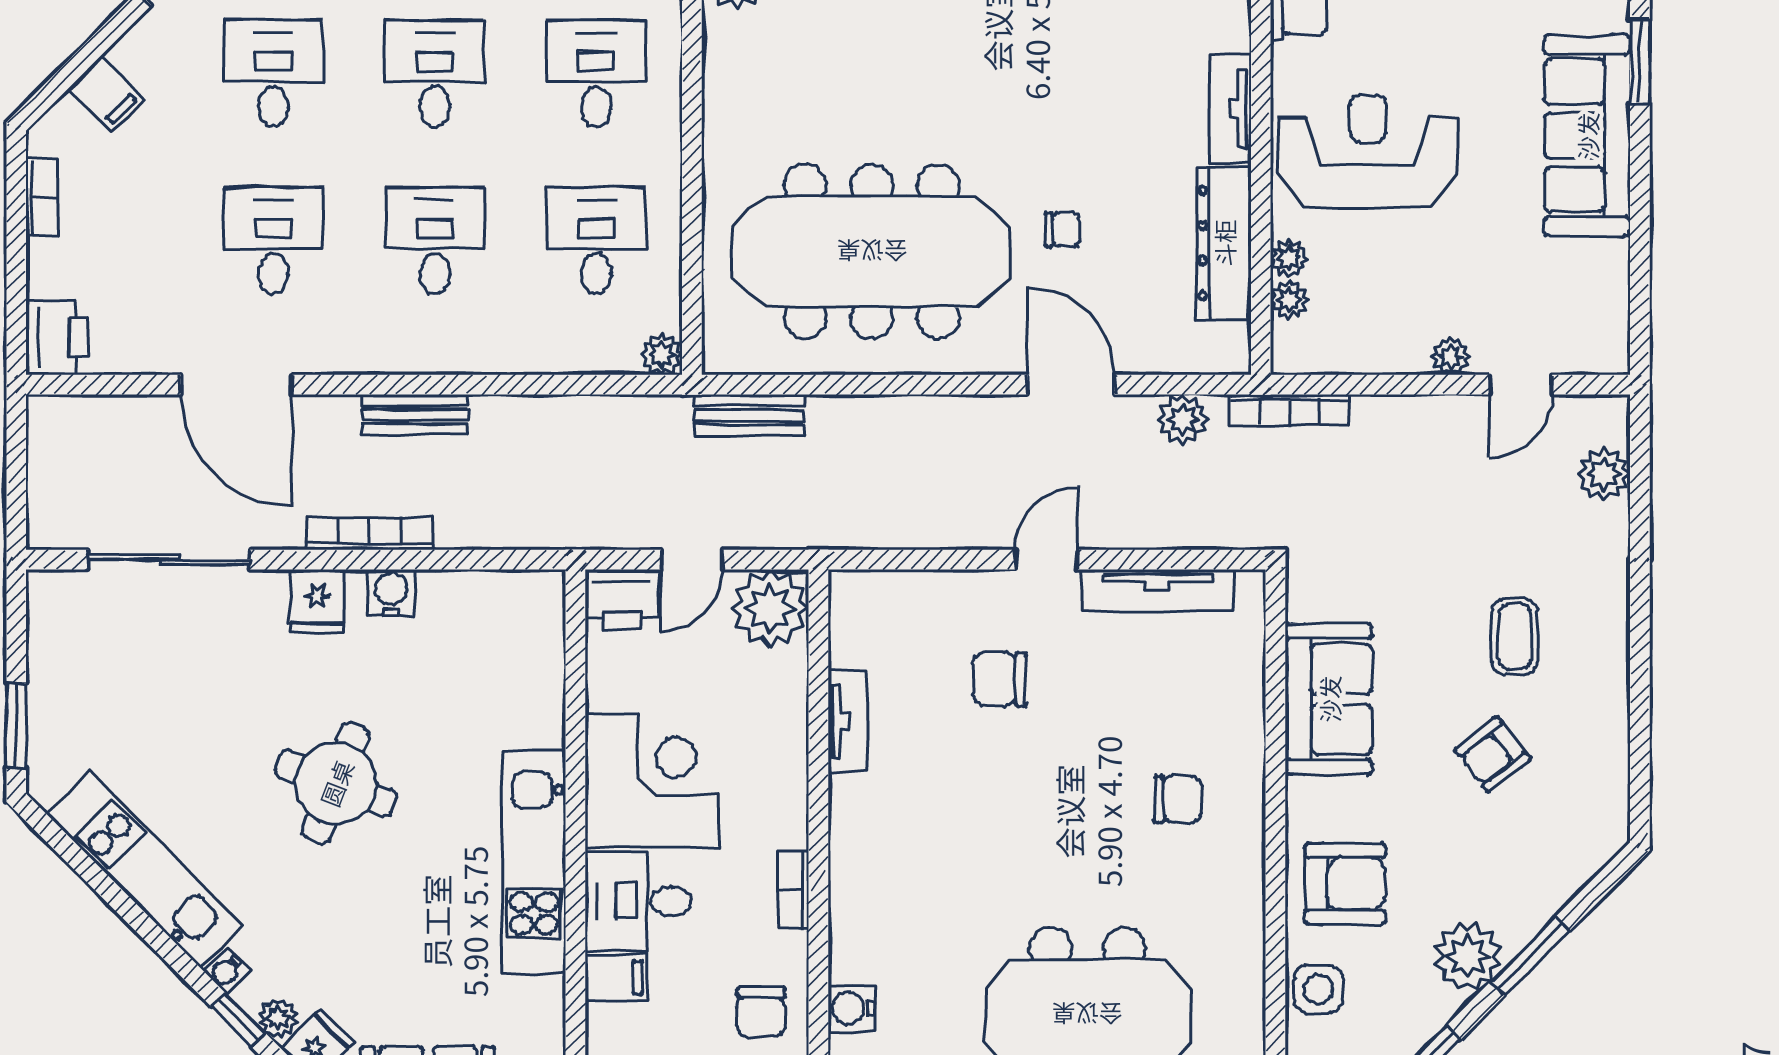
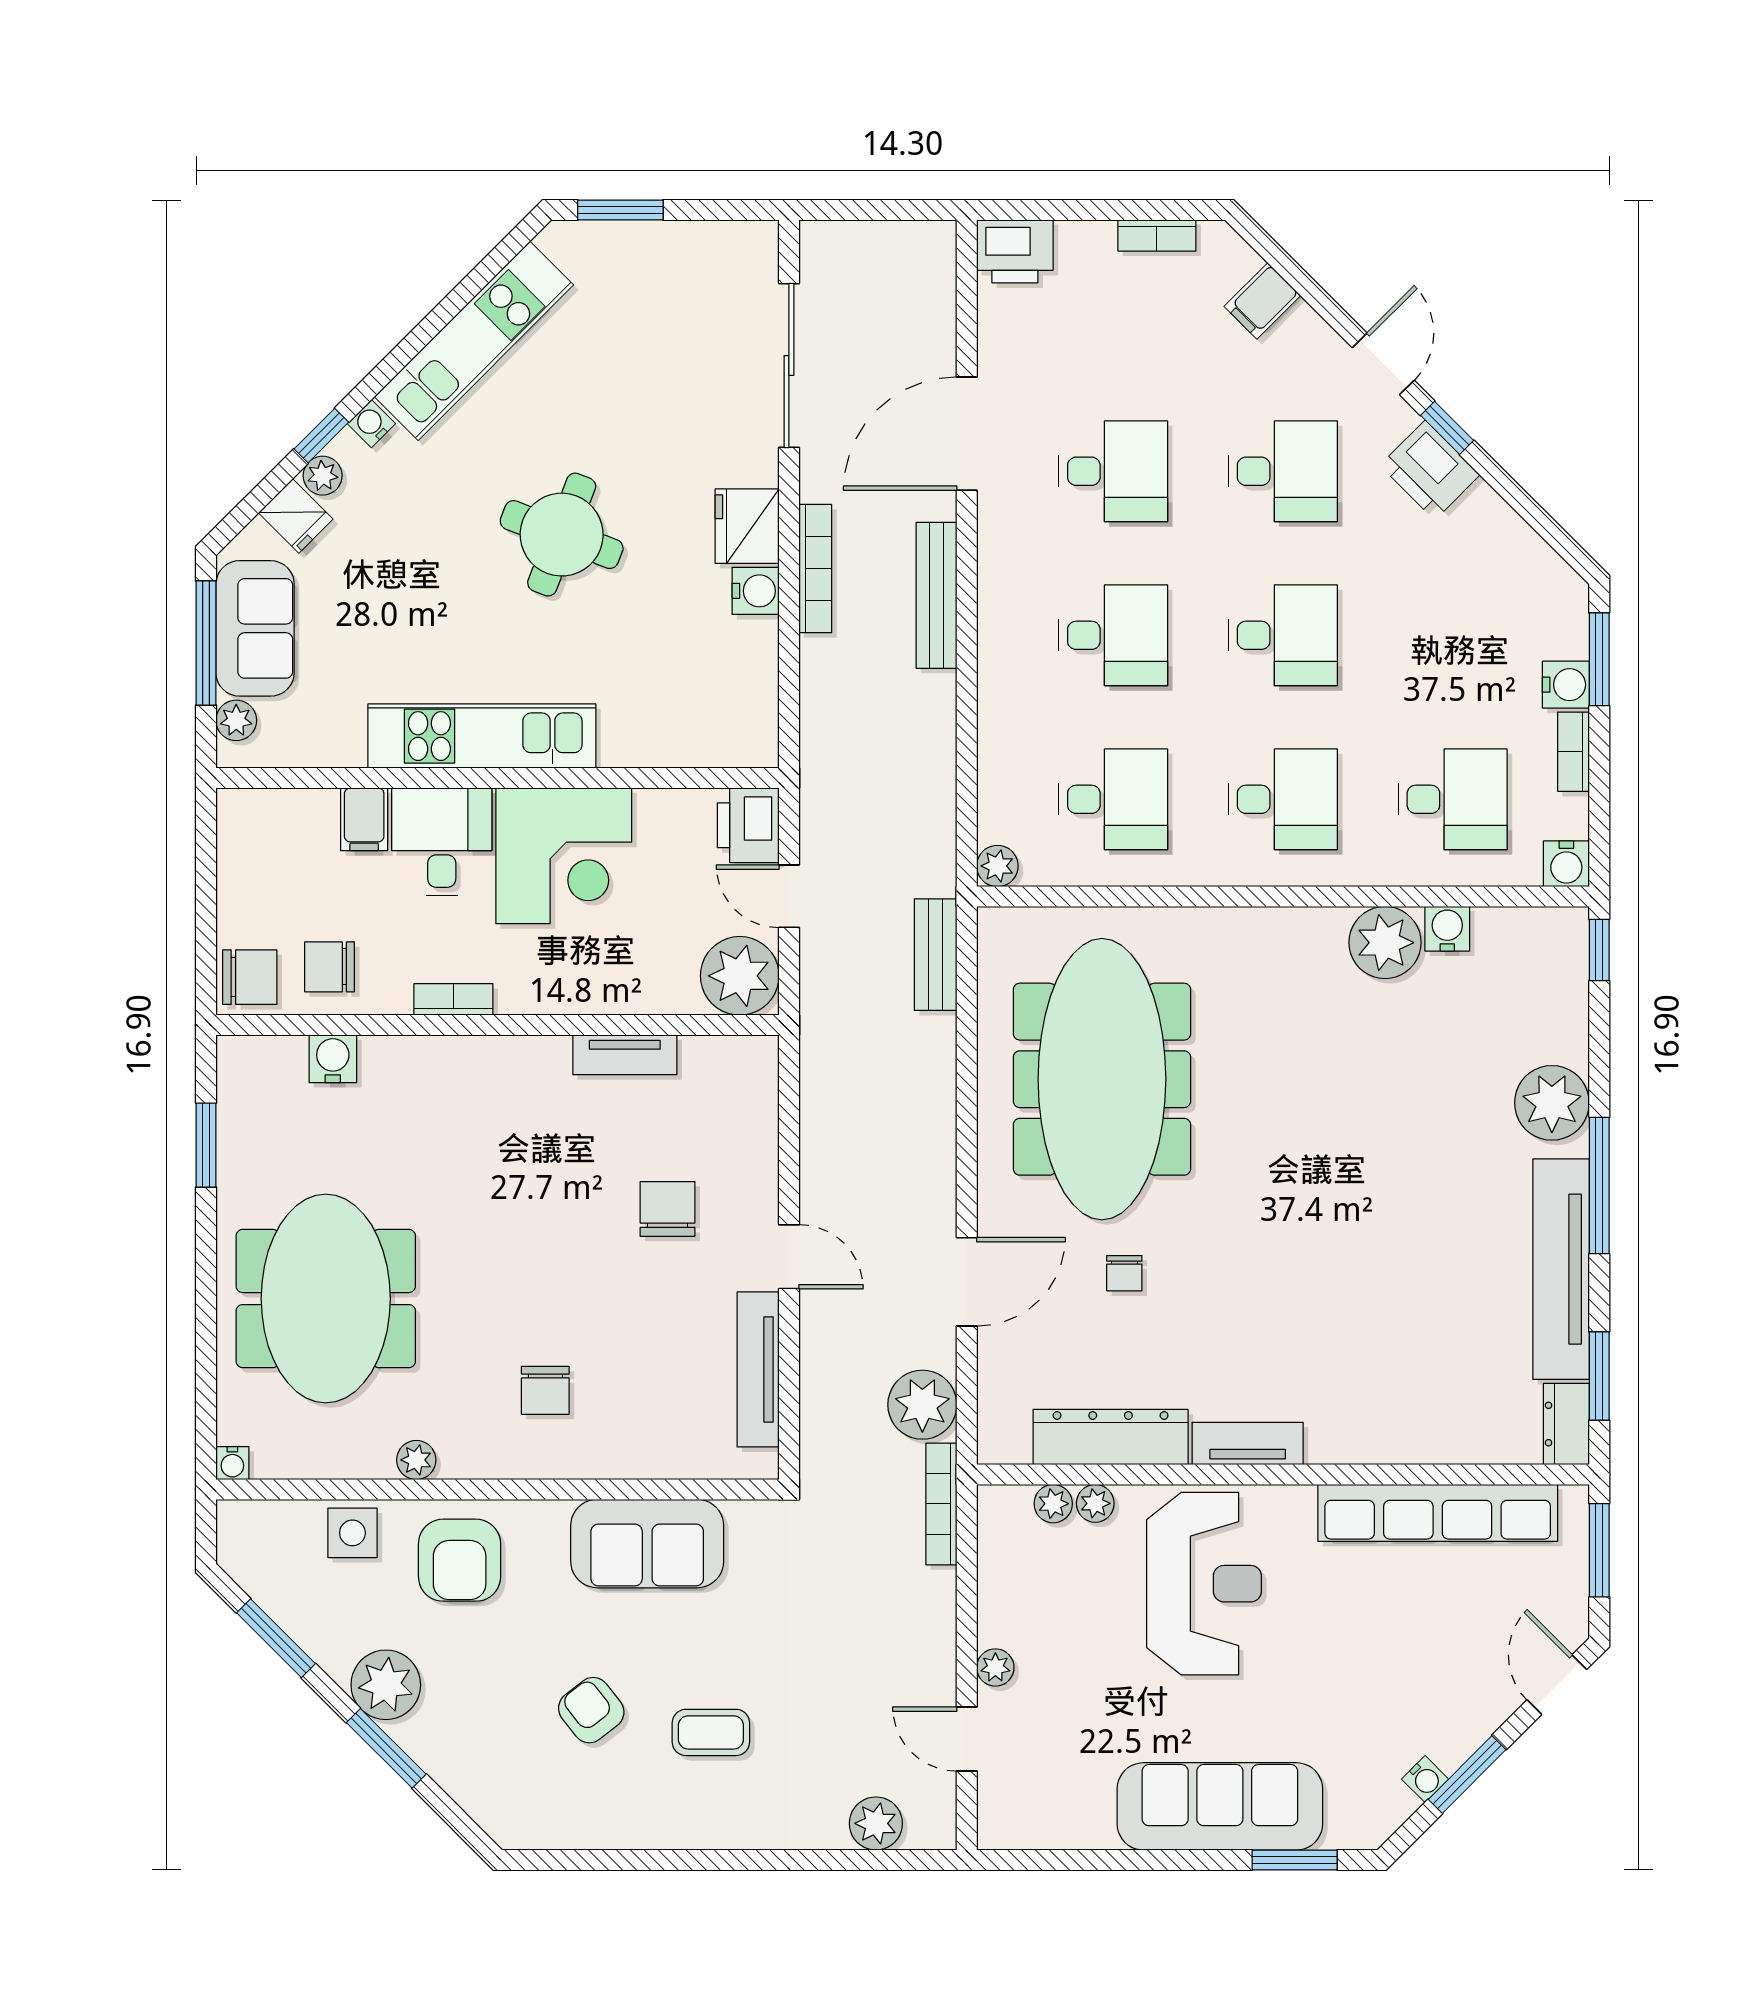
bench: (415, 414) -> (936, 595), width x1.36
plant: (1183, 419) -> (922, 1405), width x1.36, depth x1.36
fridge: (317, 601) -> (747, 526), width x1.38
plant: (1246, 926) -> (416, 1460), added

